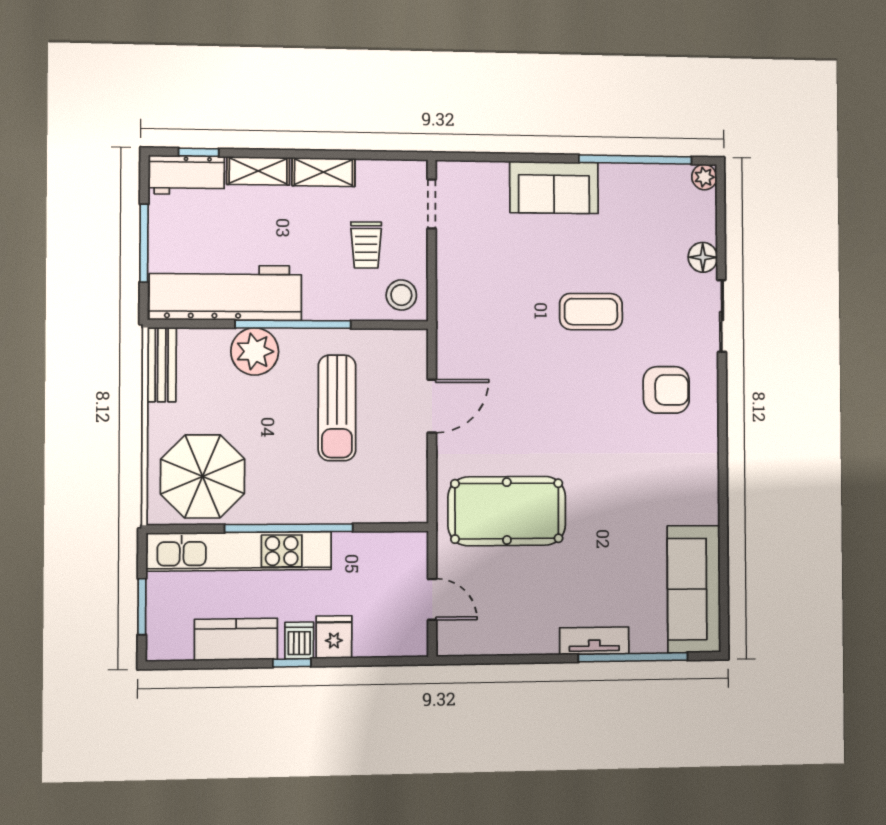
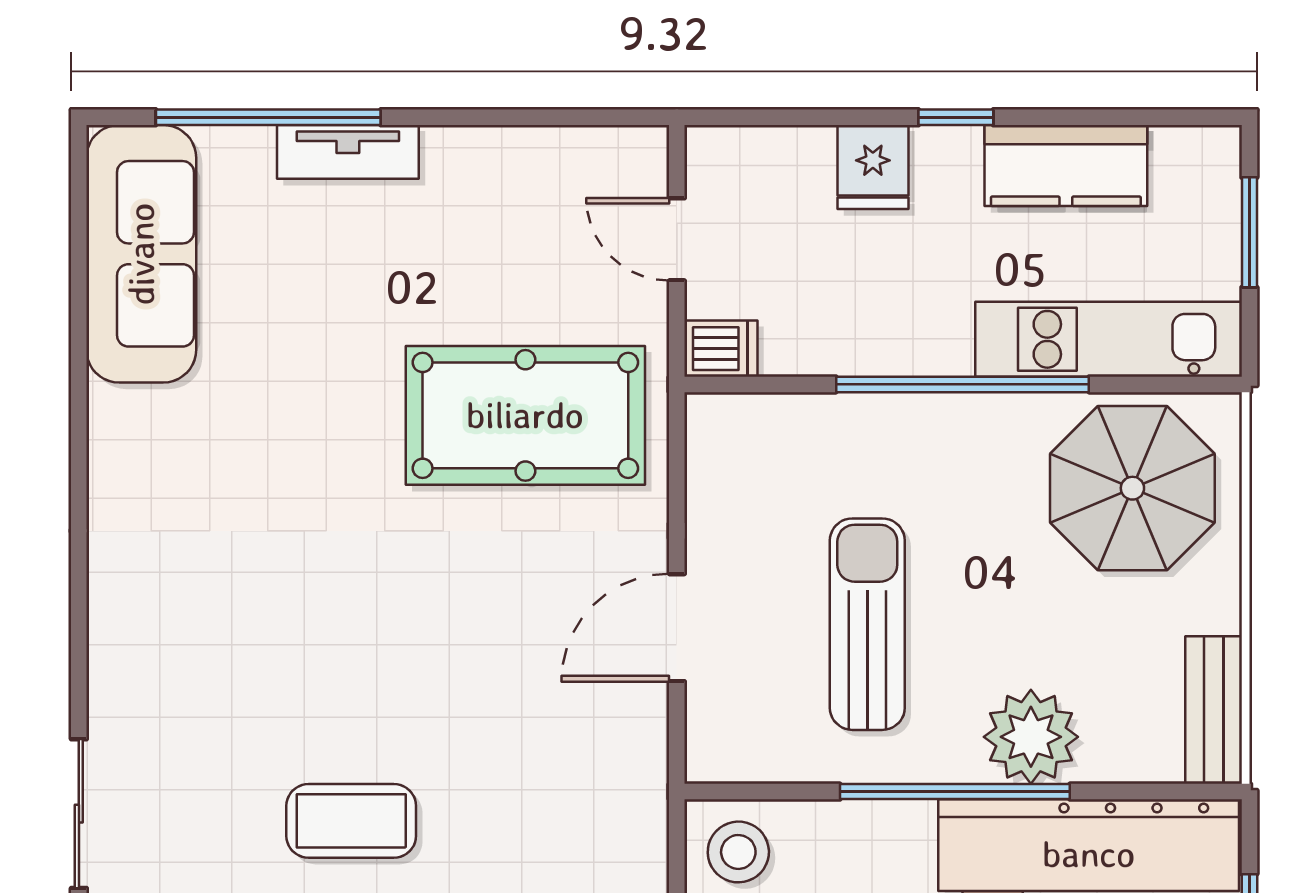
armchair: (666, 390) -> (196, 661), removed
kitchen unit: (239, 551) -> (1109, 339), width x0.73
dishwasher: (299, 641) -> (721, 349), moved, turned -90

